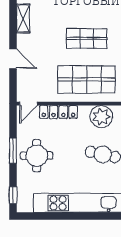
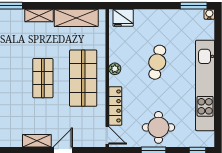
shelving: (23, 19) -> (37, 141), moved
plant: (101, 117) -> (115, 69), width x0.53, depth x0.53

